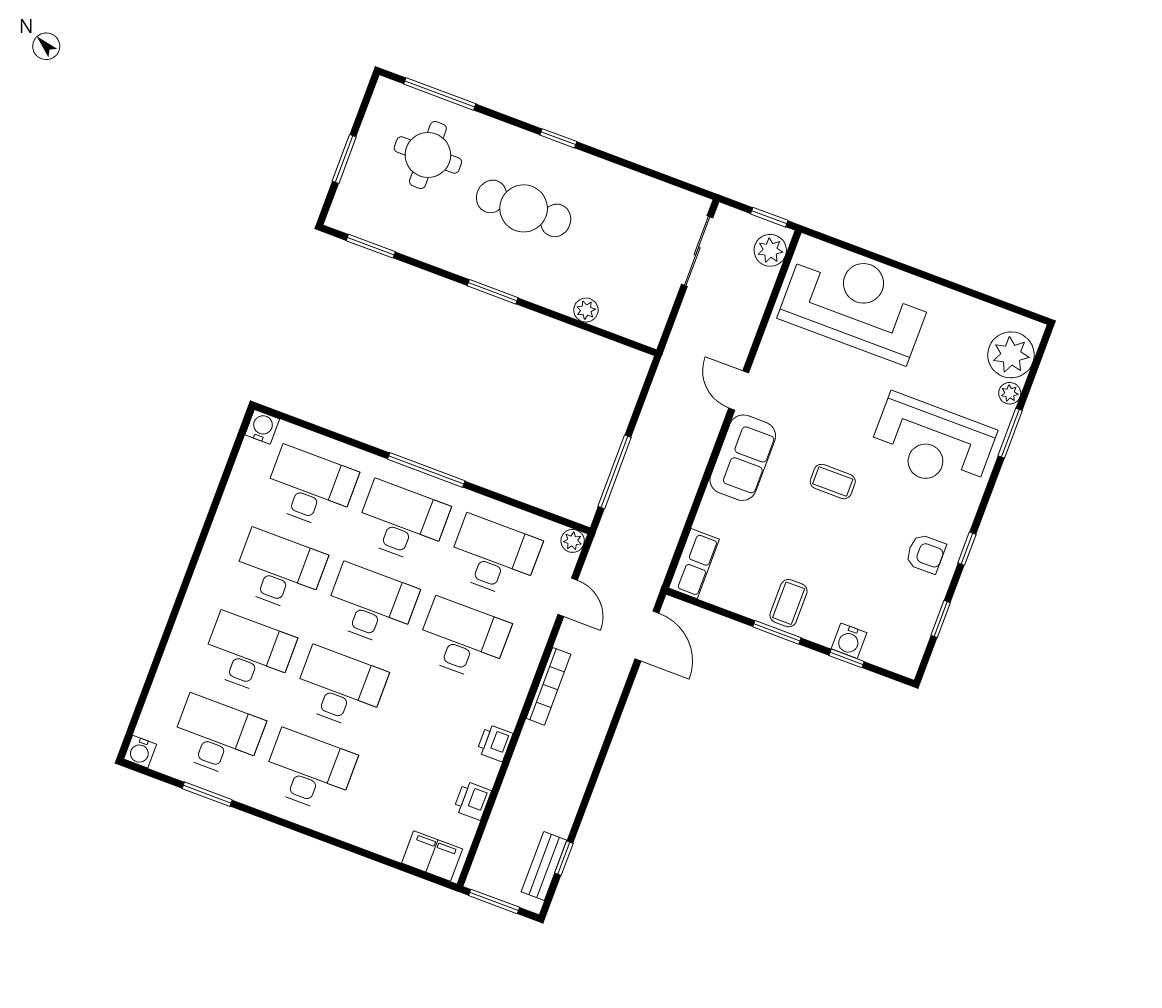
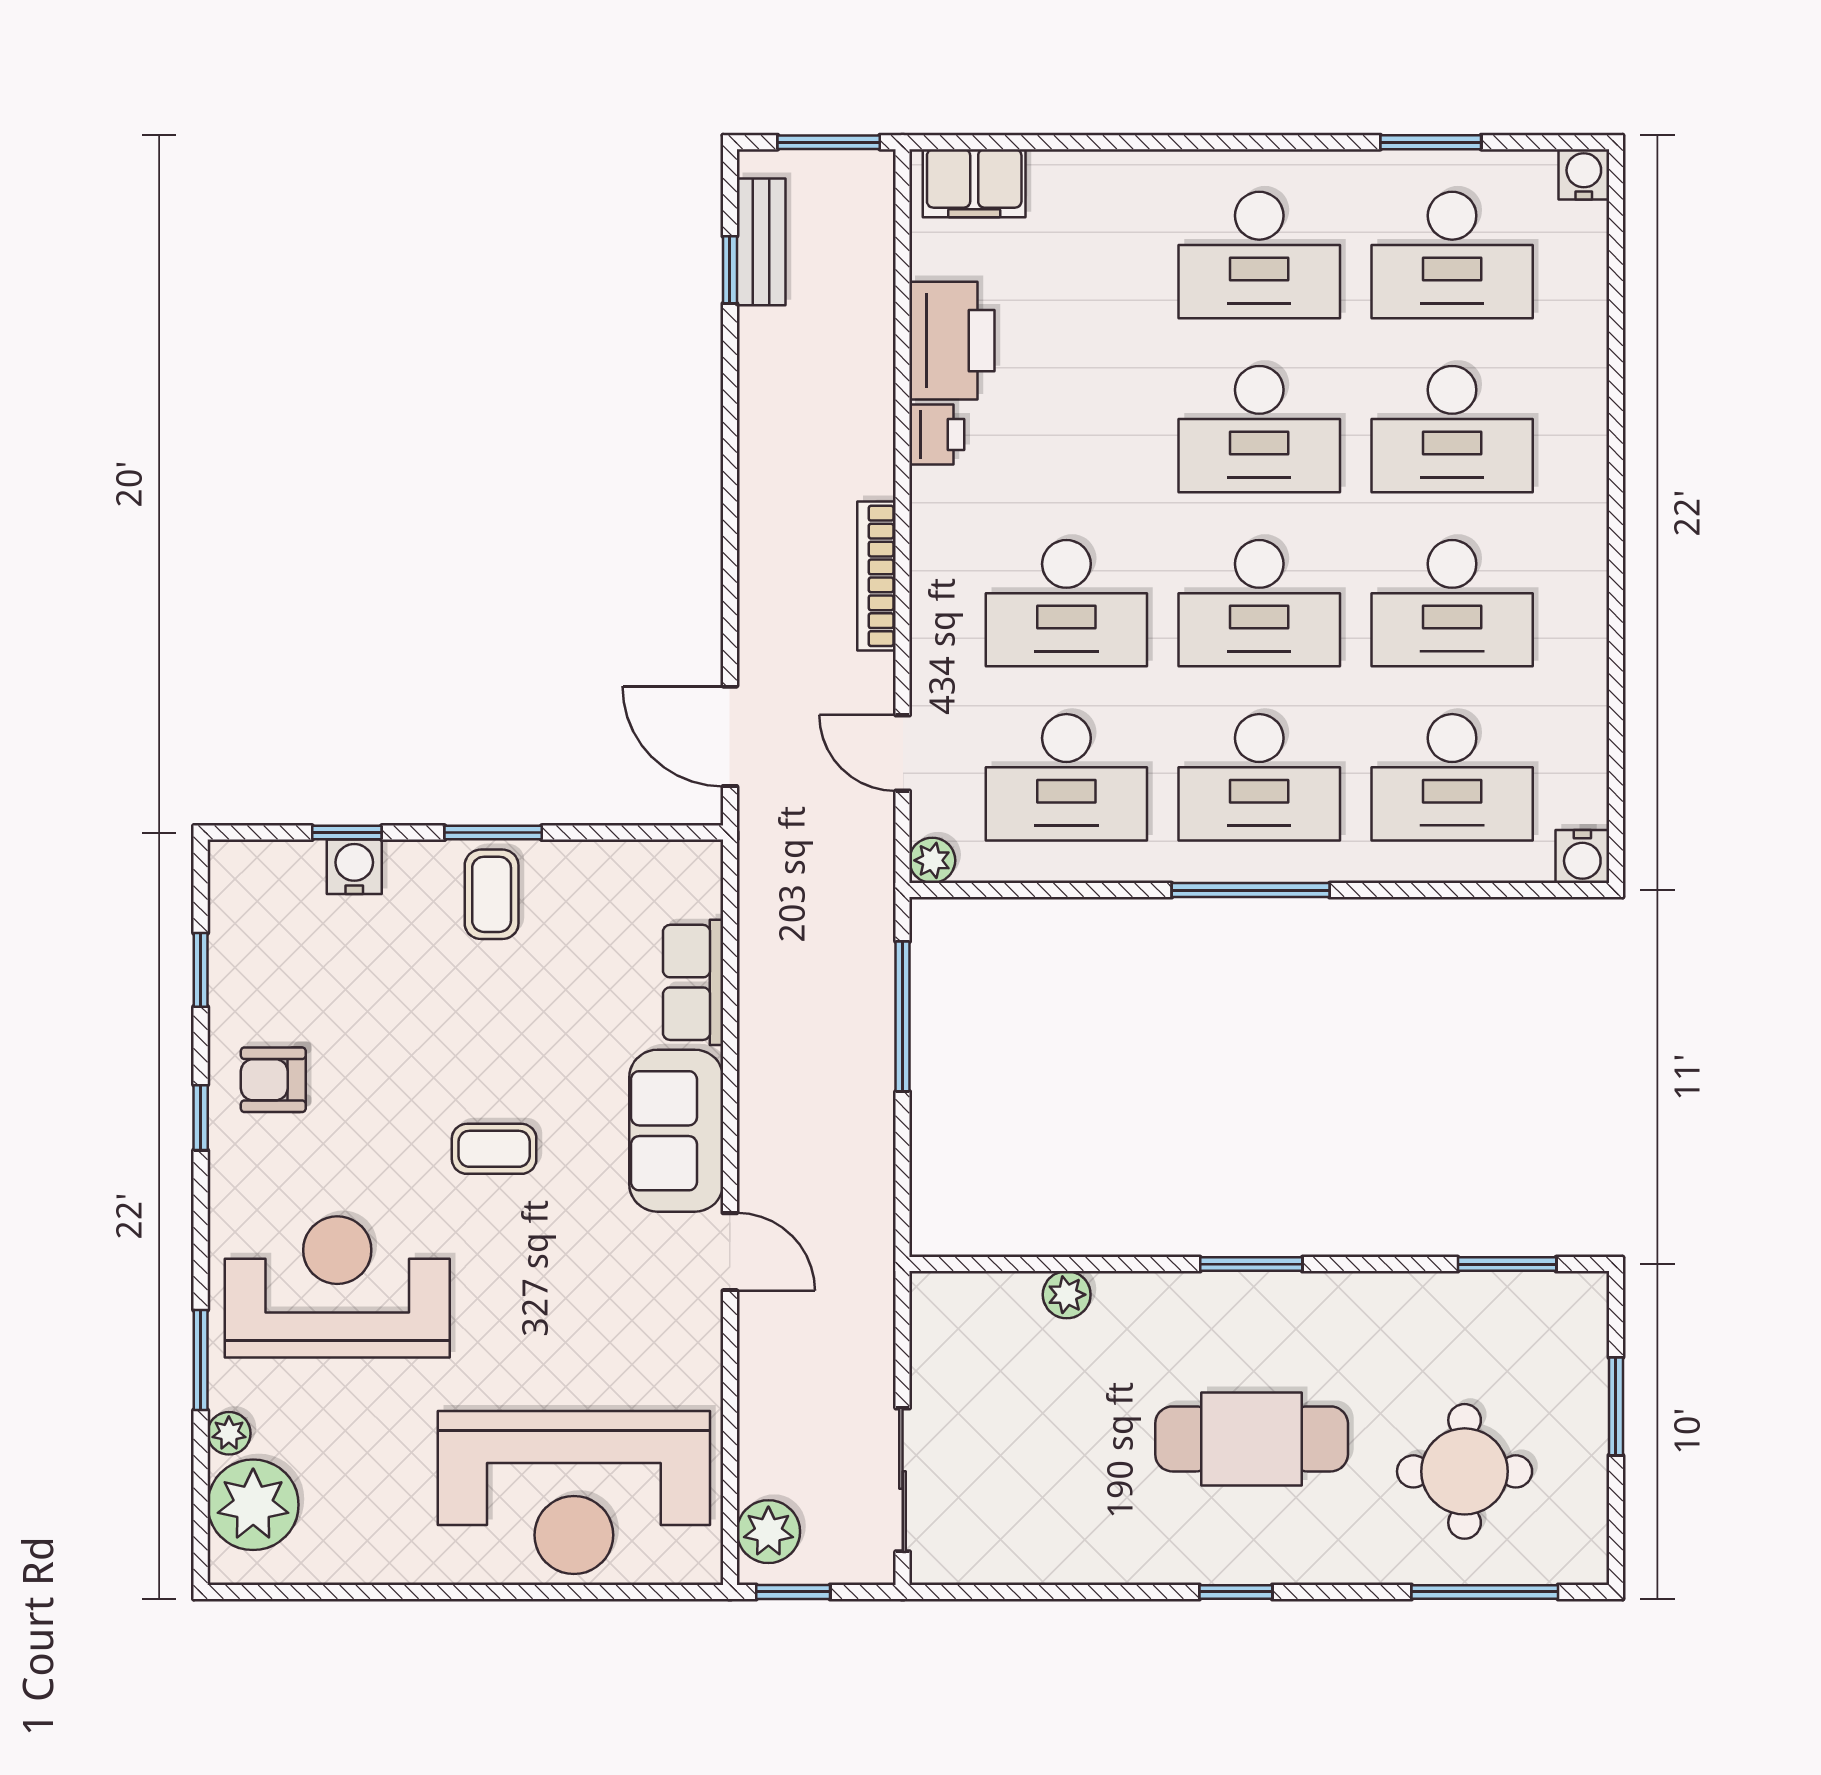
row of seats: (694, 564) -> (693, 982), moved
printer: (472, 801) -> (952, 341), width x1.87, depth x1.48

